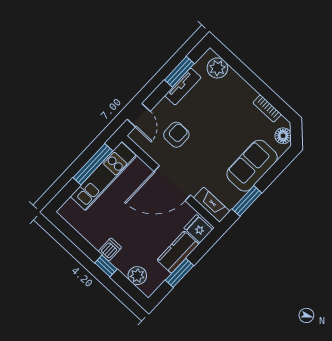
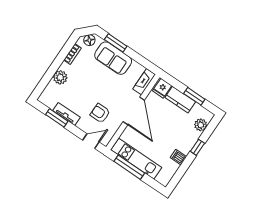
plant: (217, 68) -> (60, 77), moved
window: (247, 201) -> (116, 43), moved
dishwasher: (110, 249) -> (178, 157), moved

